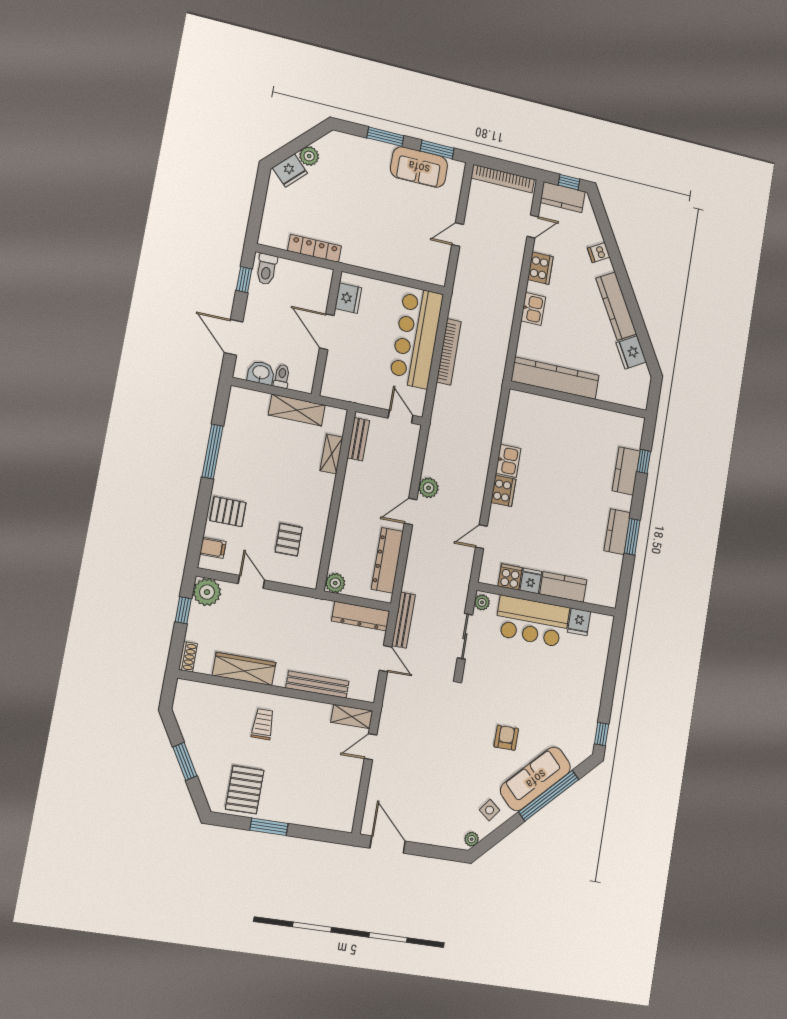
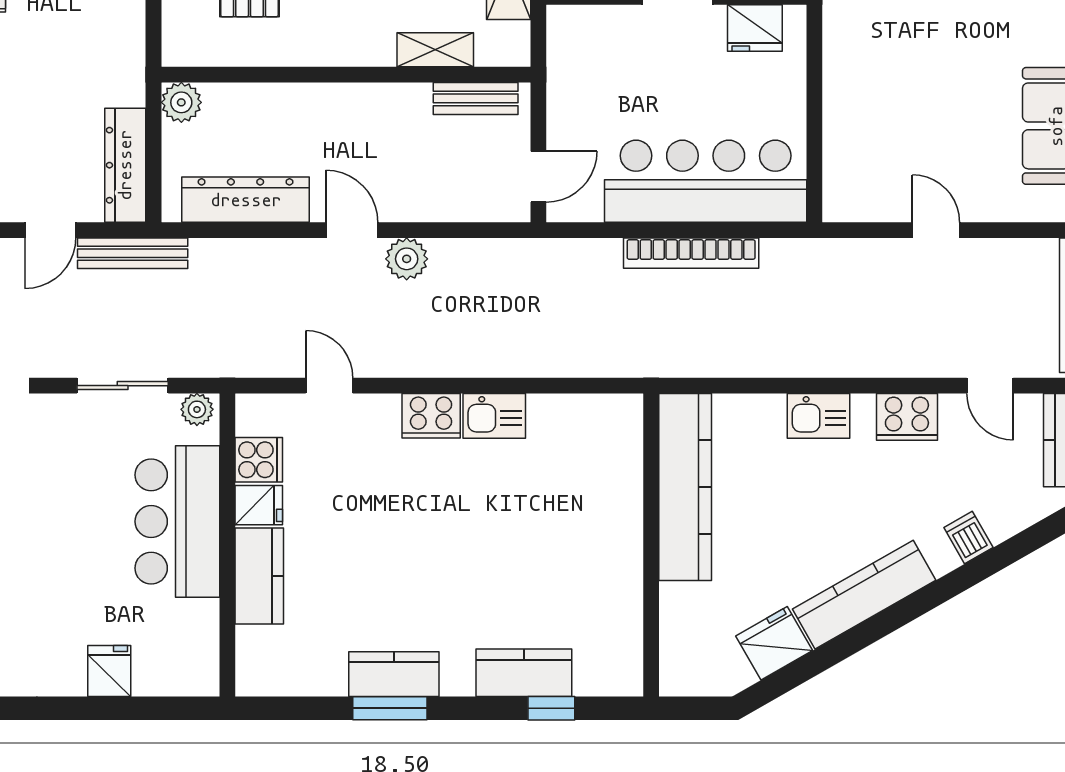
fridge: (579, 622) -> (109, 671), moved, turned 90

